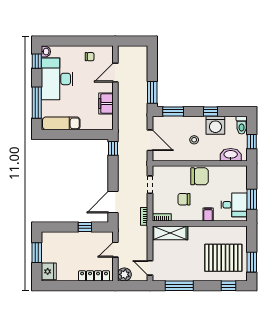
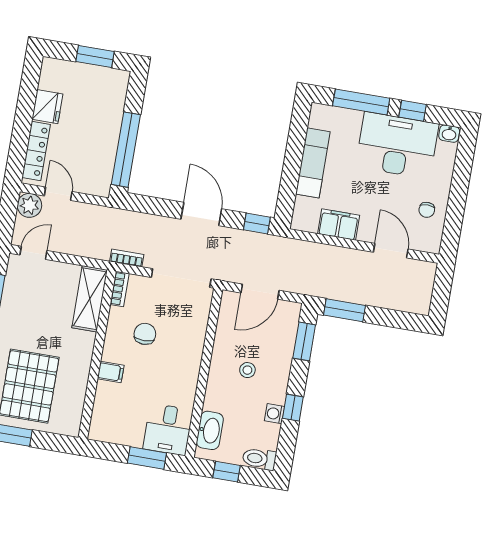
window: (37, 61) -> (413, 111), moved
exam couch: (61, 123) -> (313, 163), moved
washing machine: (215, 125) -> (274, 414), width x0.53, depth x0.53
chair: (200, 176) -> (181, 369), removed
doorway: (150, 185) -> (181, 278), width x1.87
window: (252, 199) -> (147, 458), moved
door: (113, 202) -> (201, 214), moved
desk: (234, 205) -> (168, 429), moved
window: (85, 227) -> (126, 150), width x3.17
door: (115, 250) -> (58, 194), moved
fridge: (49, 271) -> (47, 107), moved, turned -90

